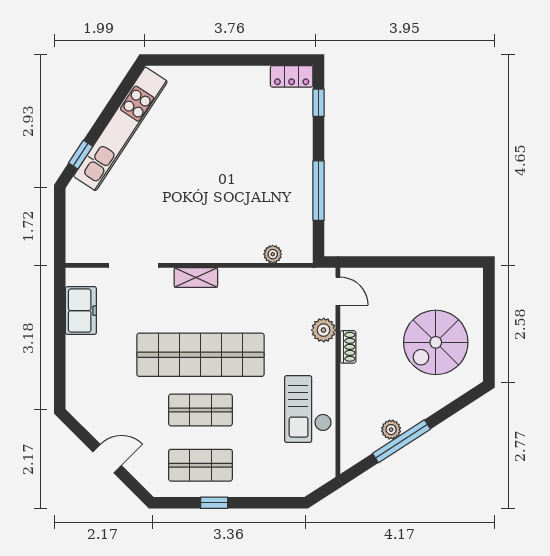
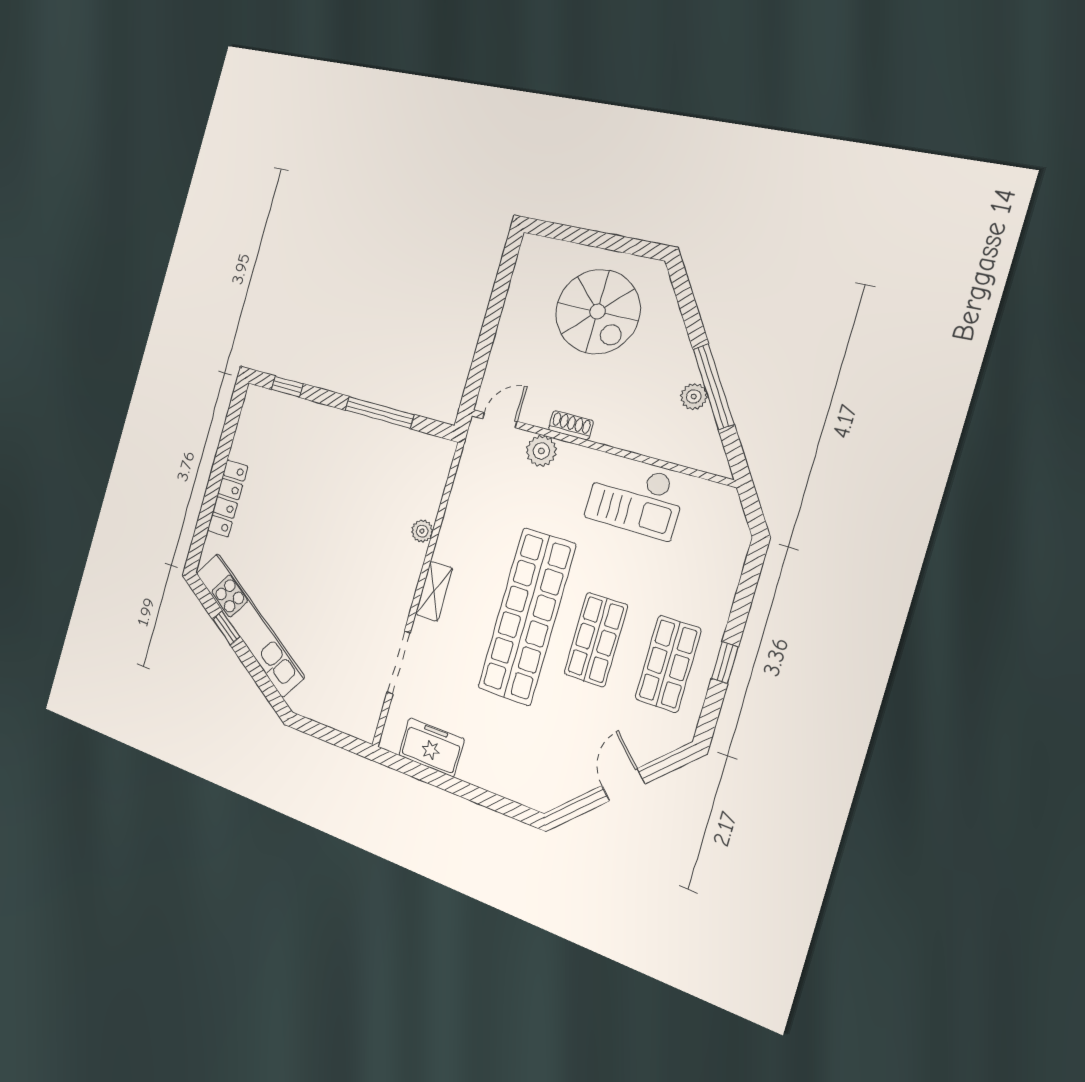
locker: (292, 76) -> (228, 498), moved, width x1.53
window: (81, 155) -> (226, 628), moved
plant: (273, 254) -> (422, 531), moved

